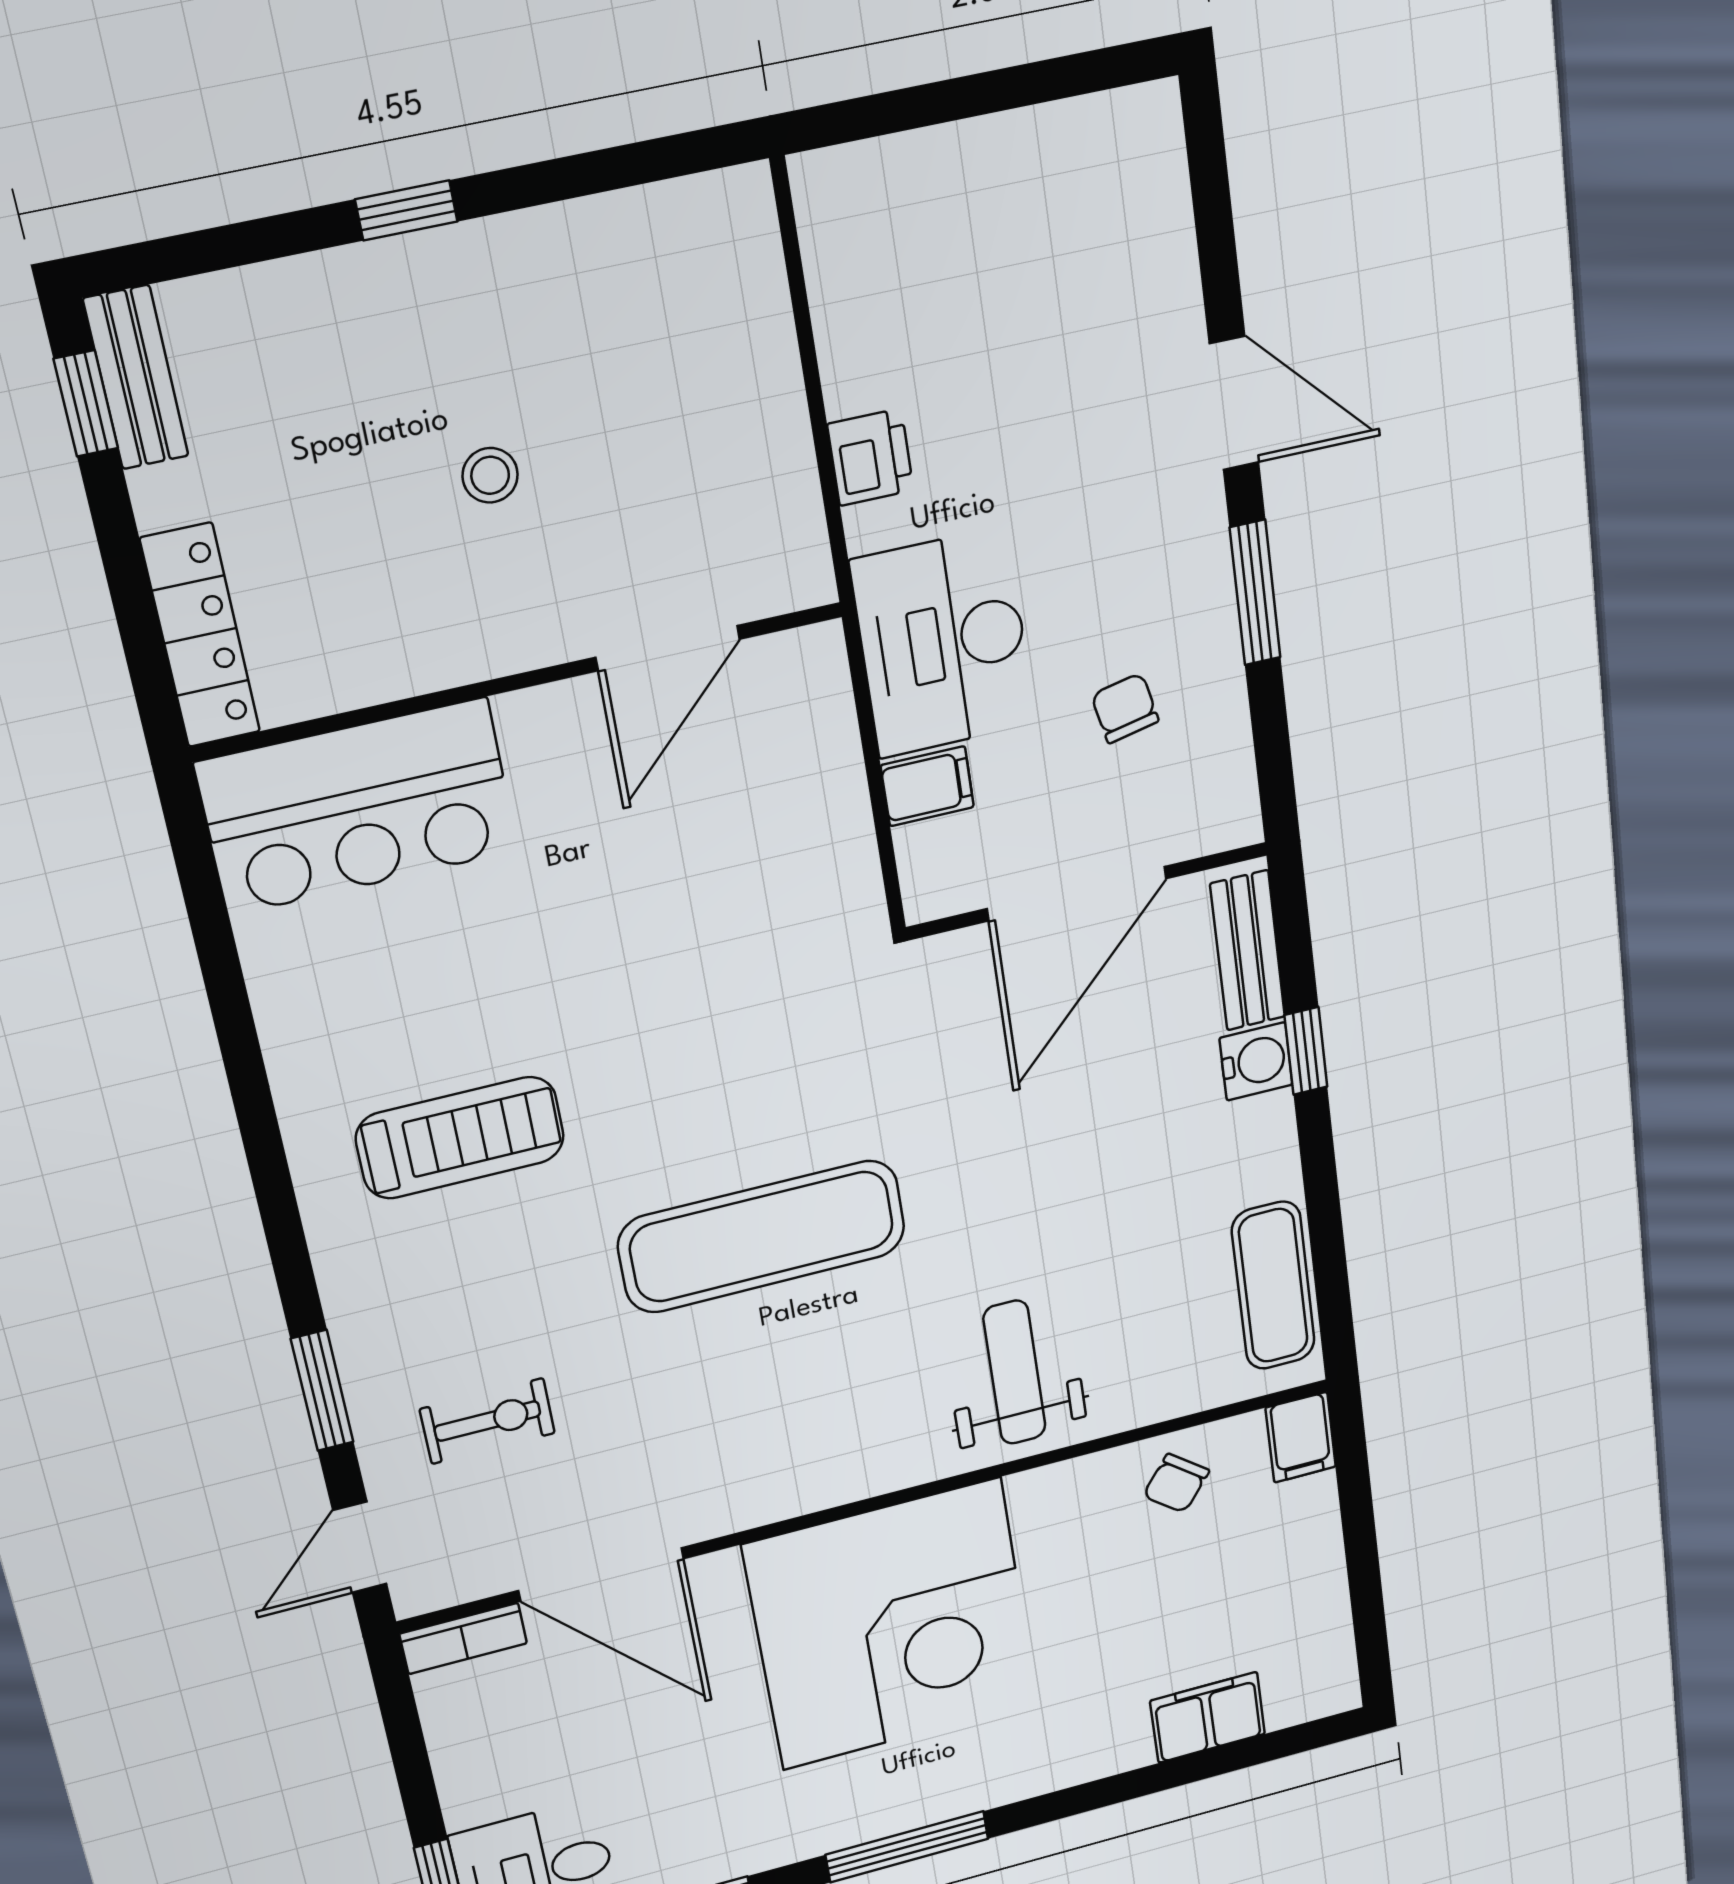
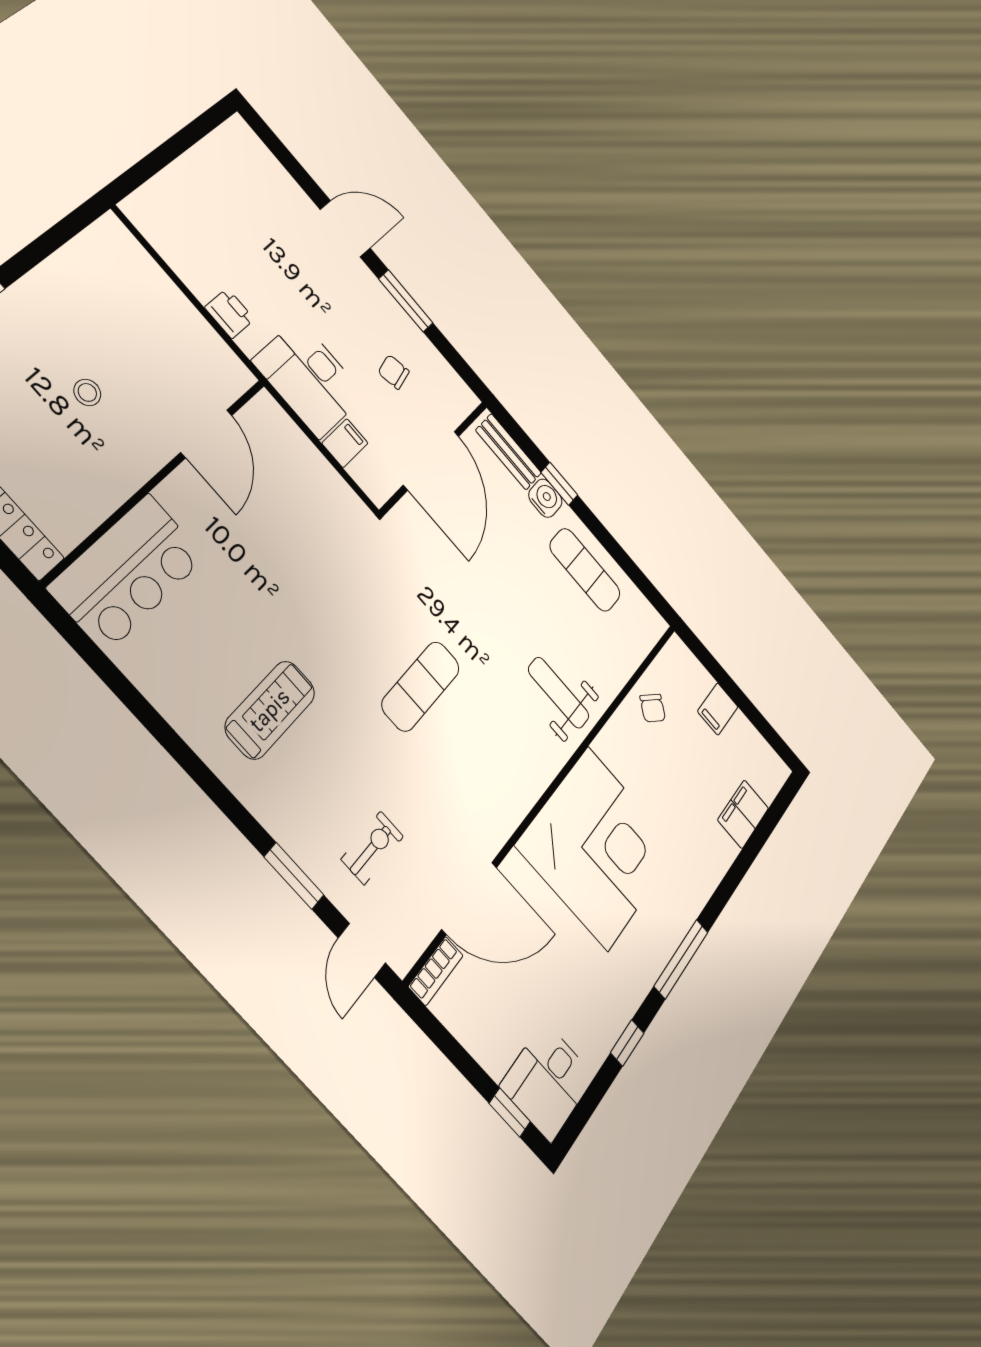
exercise mat: (762, 1237) -> (421, 686), width x0.73, depth x0.69
exercise mat: (1273, 1286) -> (585, 570), moved
filing cabinet: (1301, 1437) -> (718, 709), moved, turned 90

